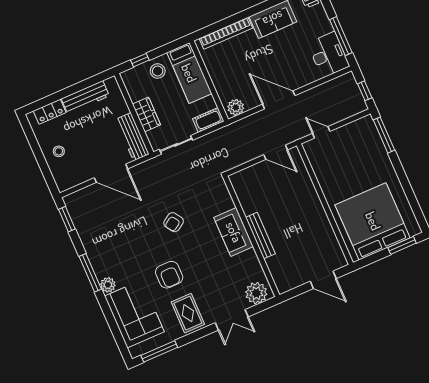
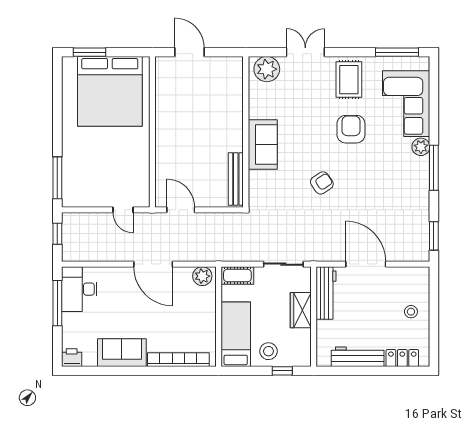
bench: (260, 236) -> (236, 179), moved

